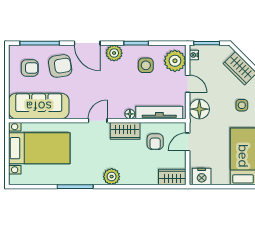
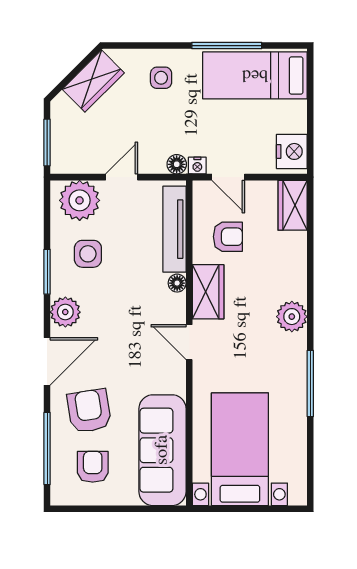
nightstand: (194, 55) -> (197, 166), moved
floor lamp: (199, 109) -> (177, 164), width x0.53, depth x0.53

